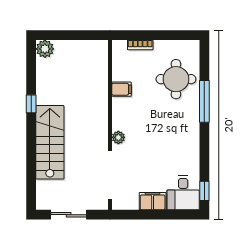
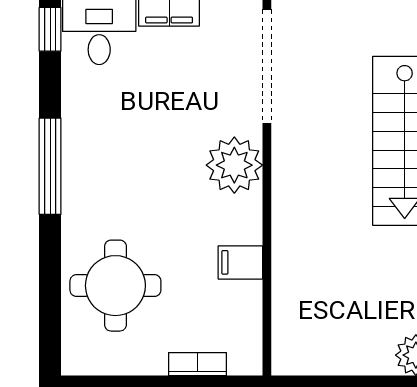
window: (204, 101) -> (50, 166), moved
plant: (118, 137) -> (234, 165), width x1.88, depth x1.88

